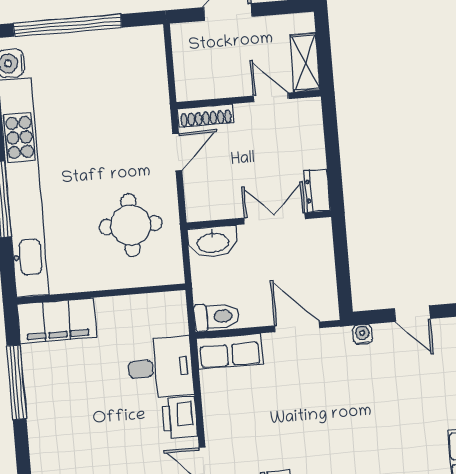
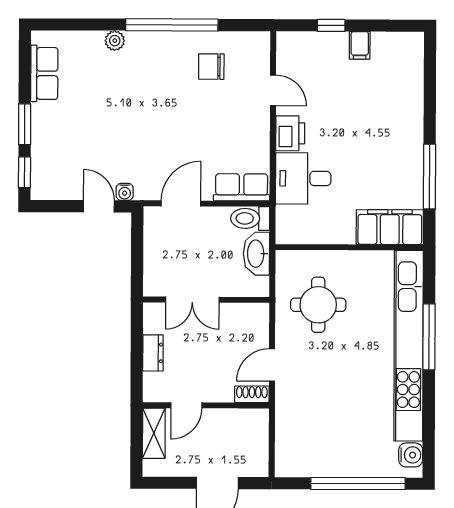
door: (271, 97) -> (186, 405), hinge flipped
shoe rack: (206, 116) -> (252, 394), width x0.70
dresser: (317, 191) -> (153, 353), moved
washbasin: (213, 242) -> (256, 254), moved, turned -90
door: (412, 314) -> (99, 206), moved
door: (297, 327) -> (181, 203), swing flipped

